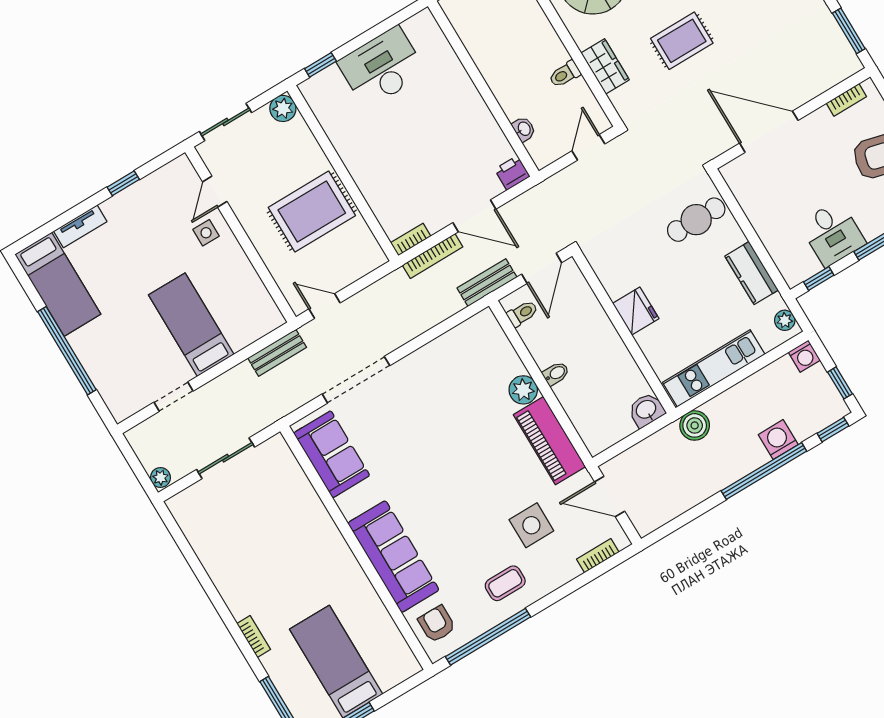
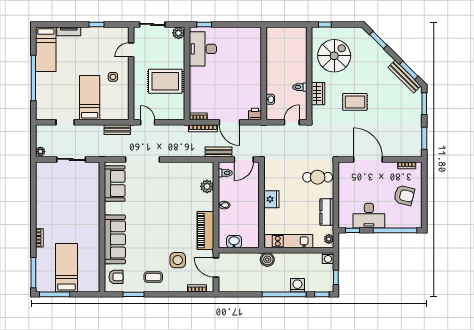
desk: (382, 67) -> (203, 49), moved, turned -90
side table: (206, 233) -> (113, 77), moved
desk: (832, 234) -> (369, 216), width x1.37
plant: (523, 390) -> (207, 186), moved
washbasin: (646, 410) -> (234, 242), moved
armchair: (437, 624) -> (116, 277), turned 90
window: (488, 637) -> (133, 294), width x0.47

